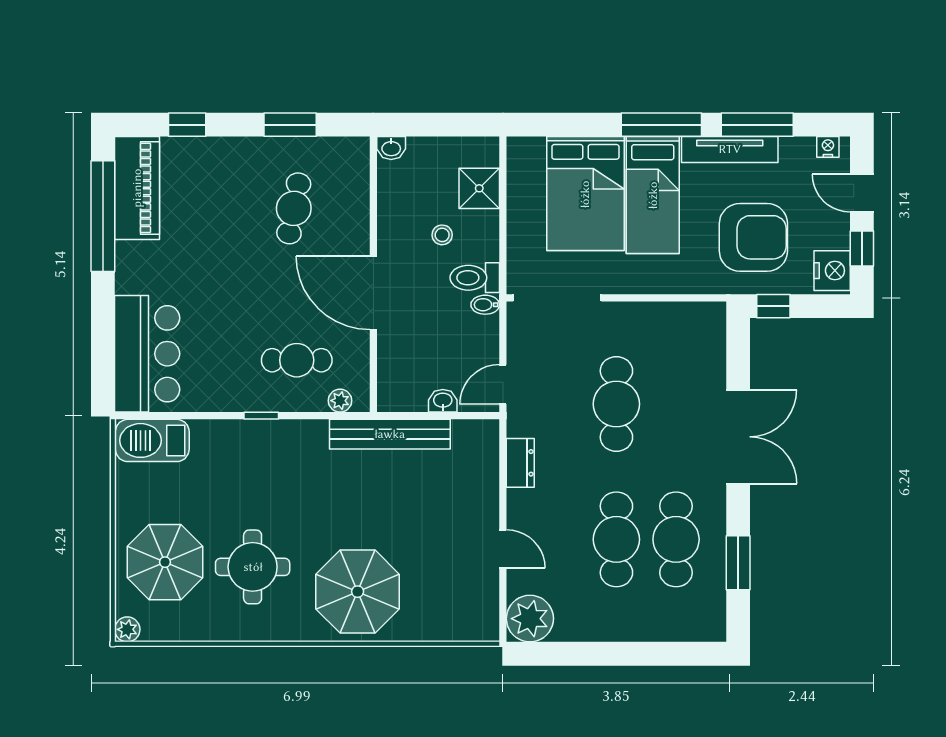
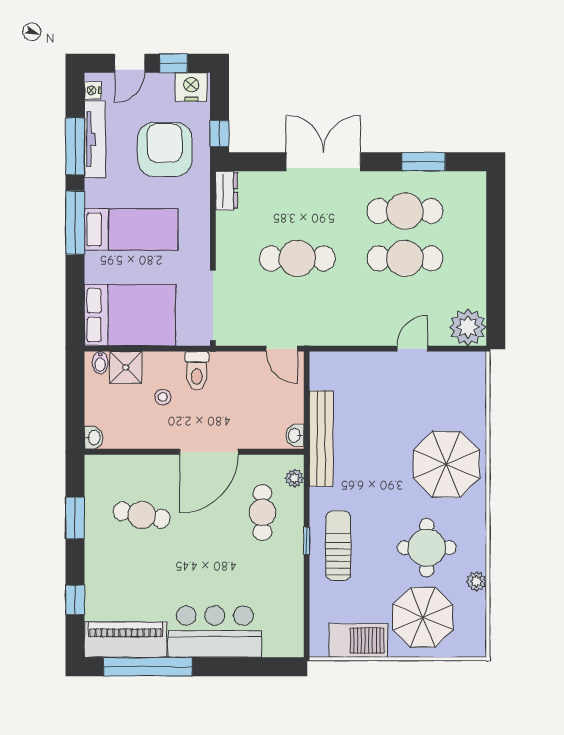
tv unit: (730, 149) -> (95, 139), moved
bed: (585, 194) -> (130, 315), moved
bidet: (485, 305) -> (100, 363), moved
bar counter: (147, 354) -> (215, 632), moved
washbasin: (443, 401) -> (295, 435), moved
barbecue: (152, 440) -> (358, 640), moved, turned -90
sun lounger: (255, 455) -> (338, 546), added
dresser: (520, 463) -> (227, 191), moved, turned 90
plant: (127, 629) -> (476, 581), moved

